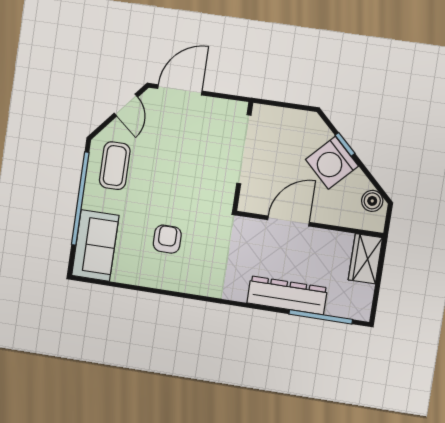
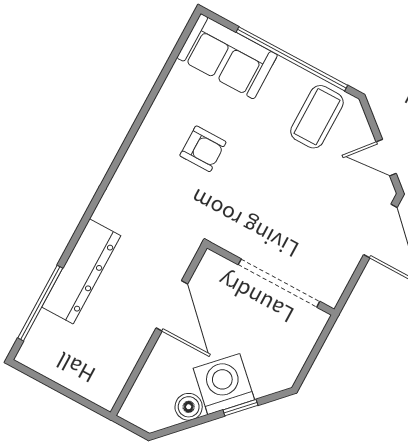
coffee table: (115, 166) -> (317, 117), turned 90
boiler: (372, 201) -> (189, 407), moved
wardrobe: (365, 259) -> (92, 383), removed

